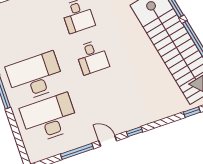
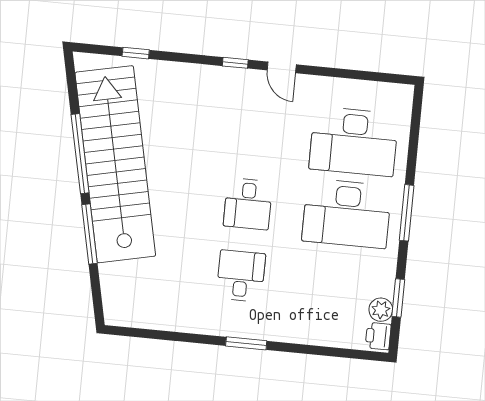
desk: (92, 57) -> (248, 204), turned 180
window: (77, 151) -> (335, 73), removed

